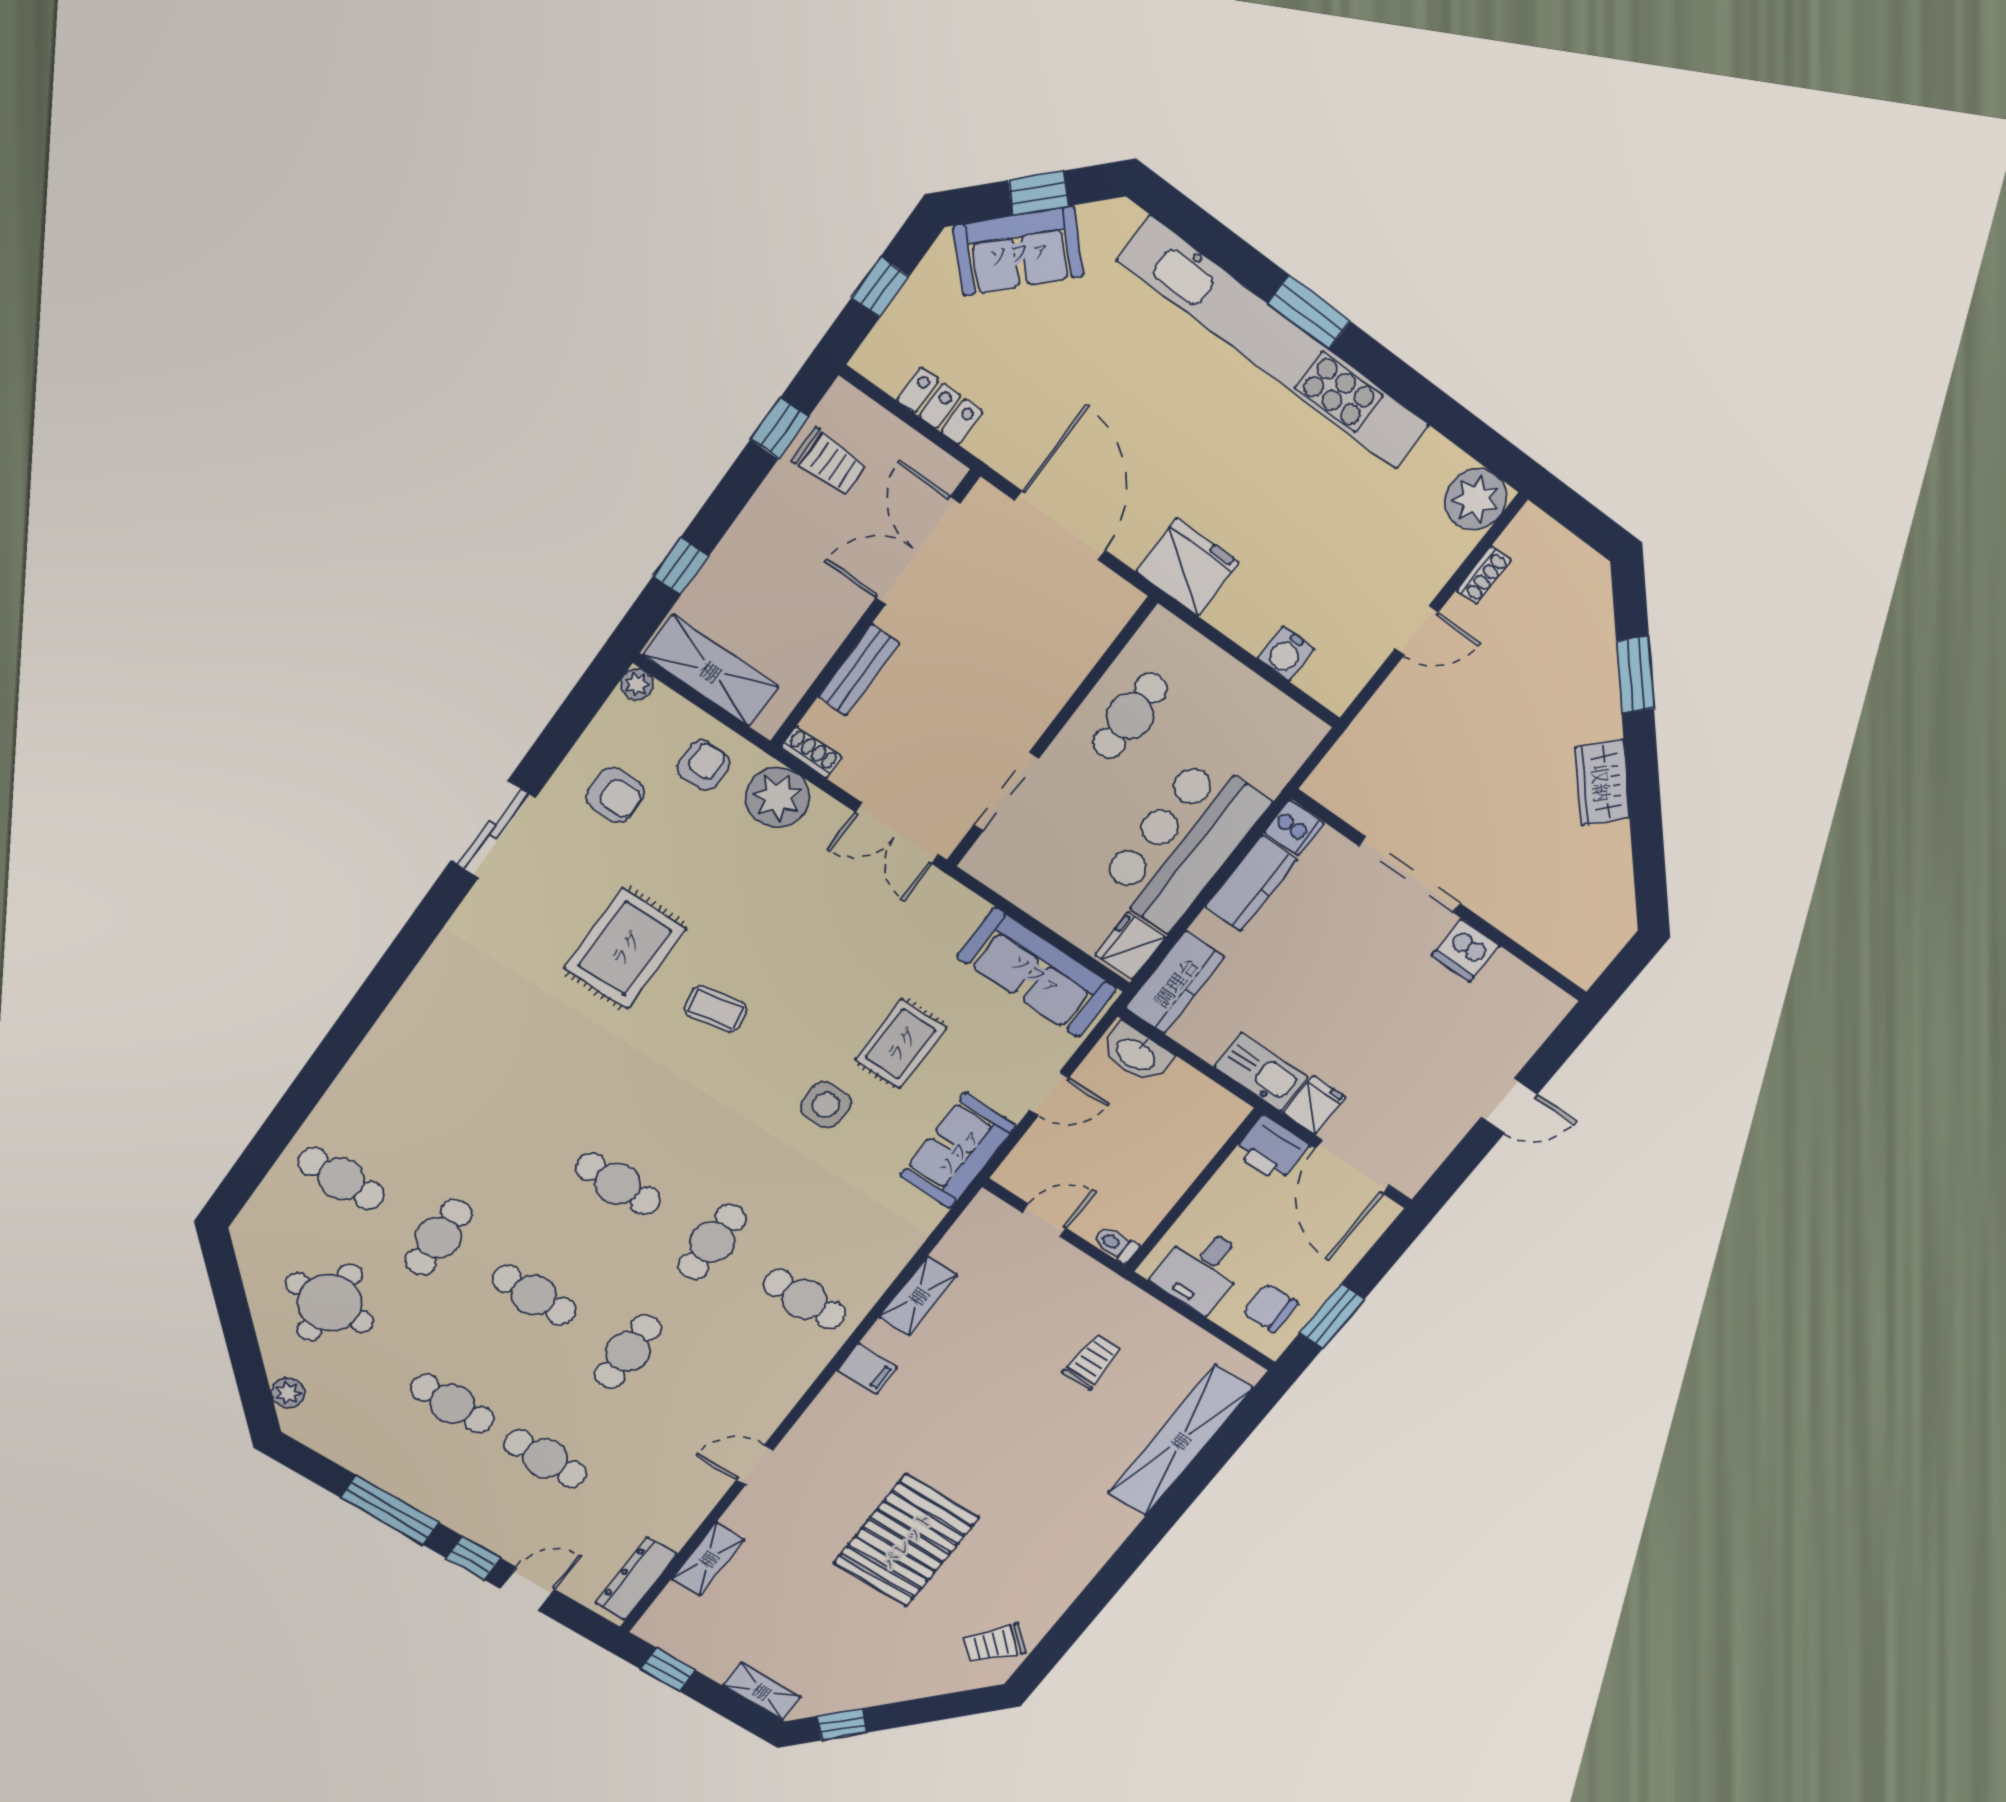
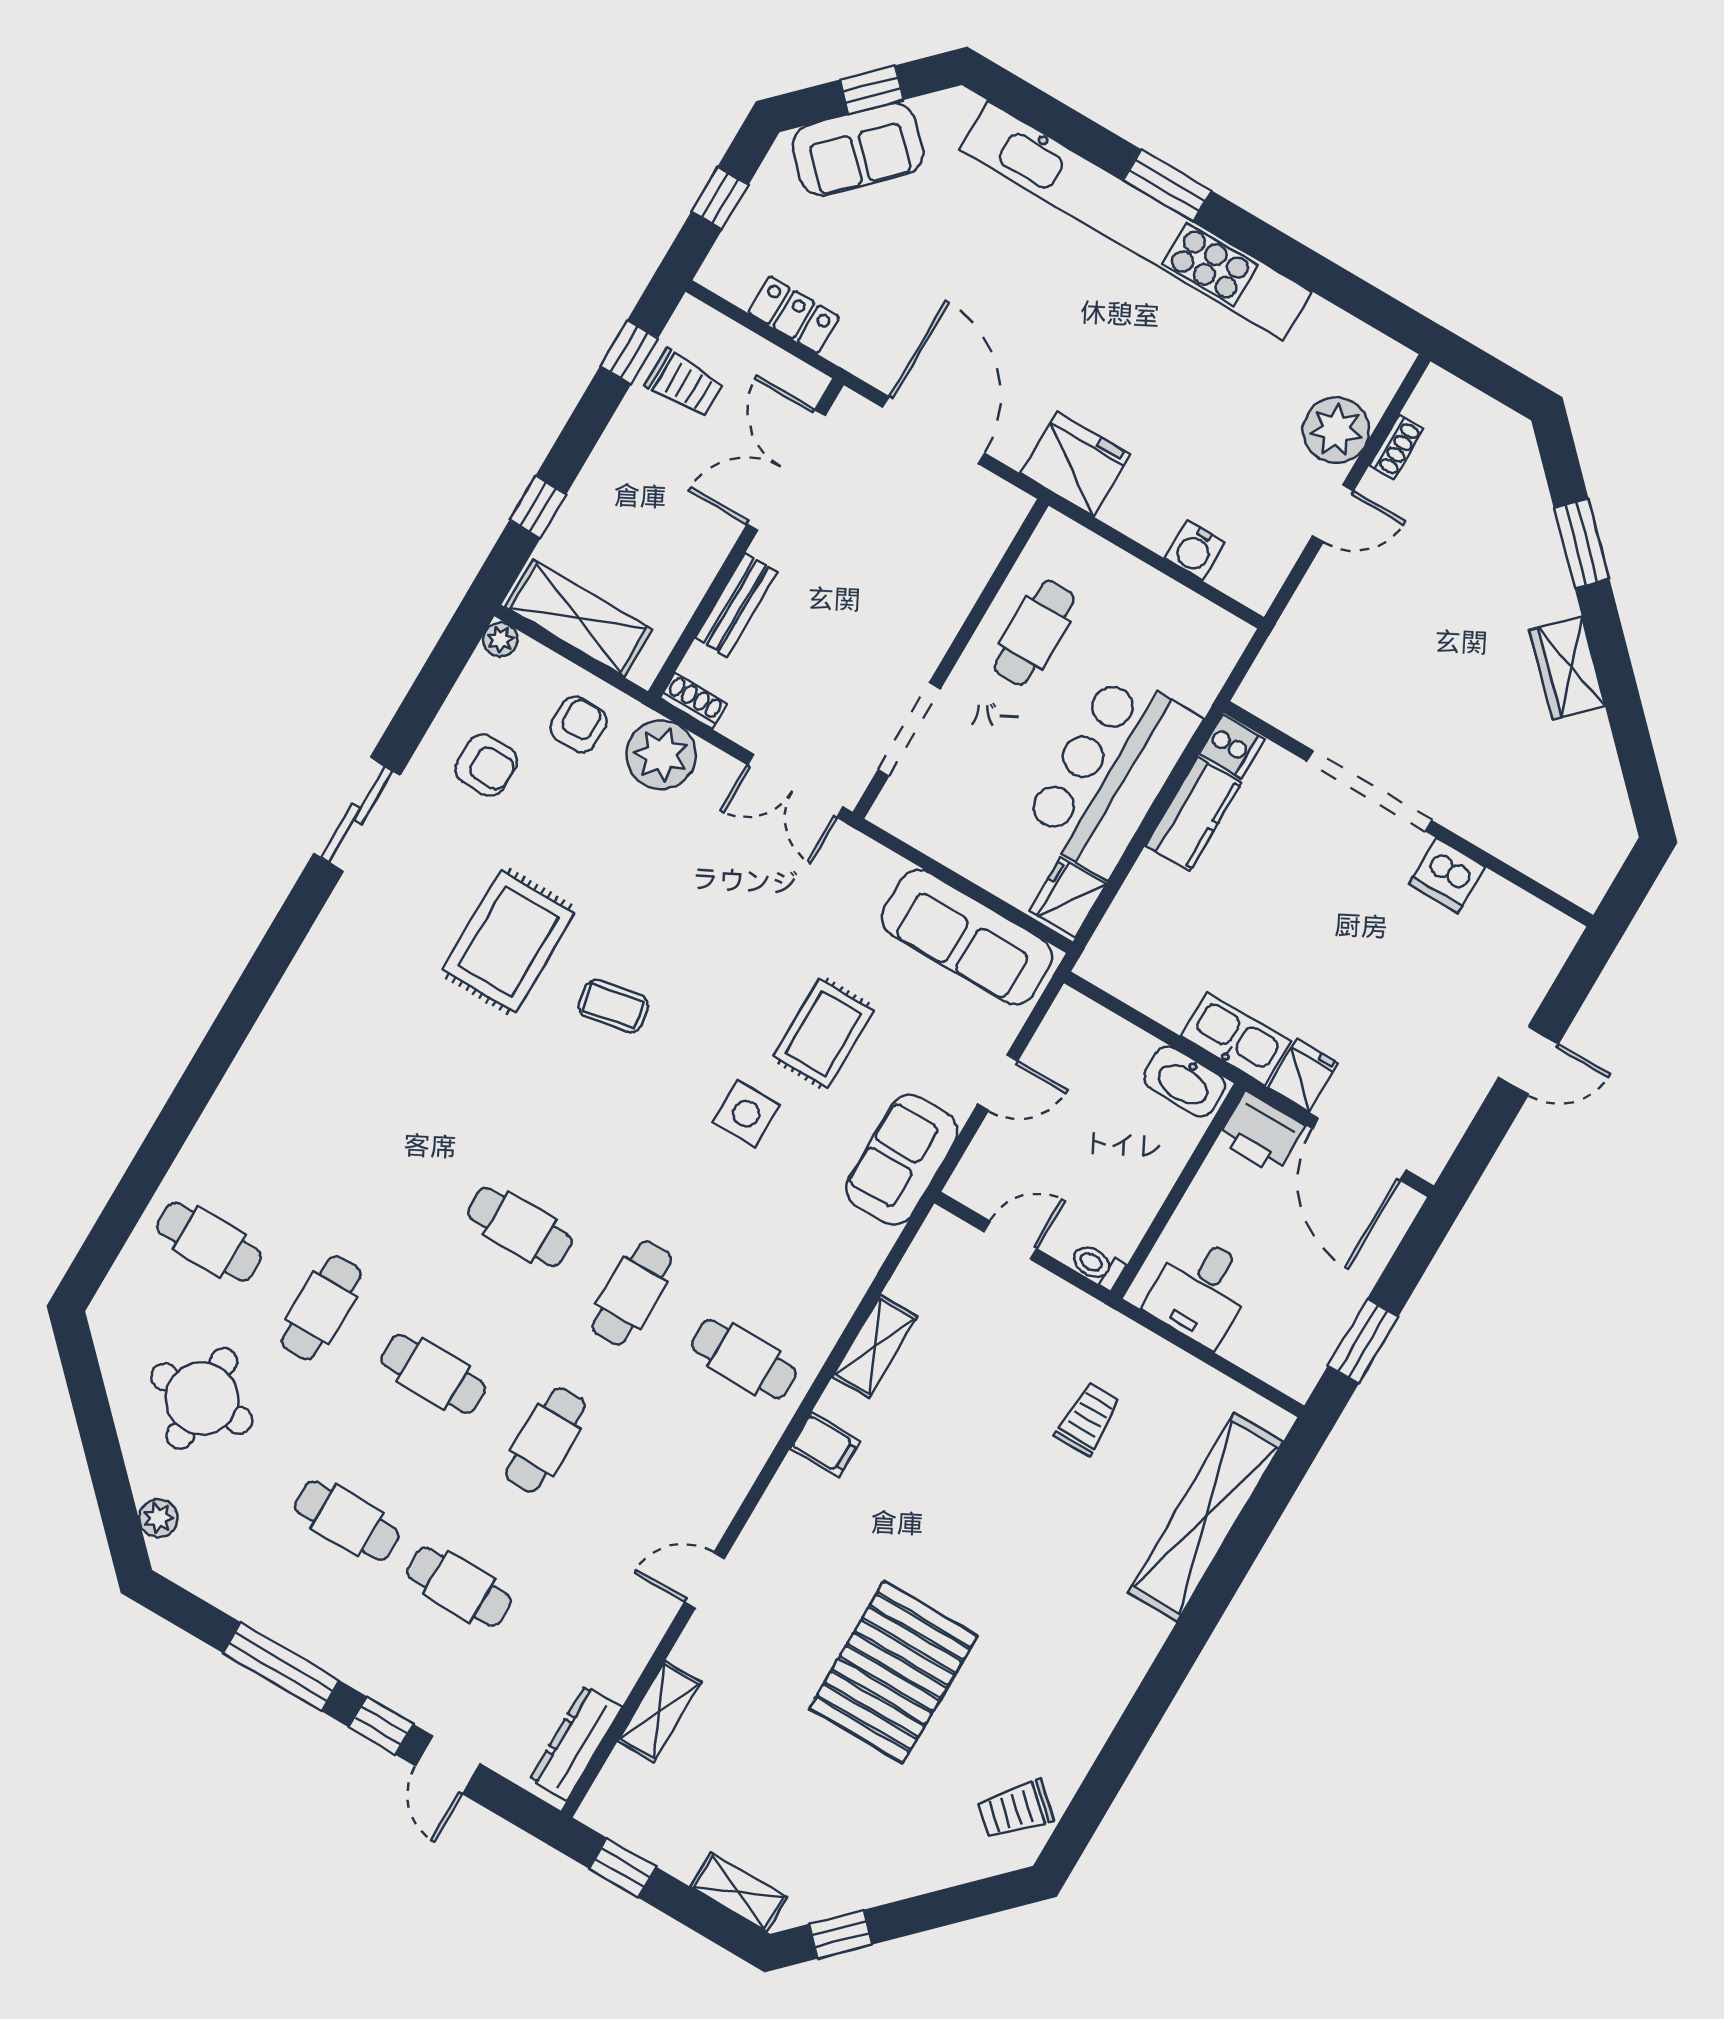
plant: (1476, 499) -> (1336, 430), moved
kitchen counter: (1175, 982) -> (1123, 937), removed
washbasin: (1136, 1053) -> (1184, 1081), moved
chair: (1270, 1308) -> (1289, 1335), removed
door: (527, 1589) -> (448, 1765), swing flipped

